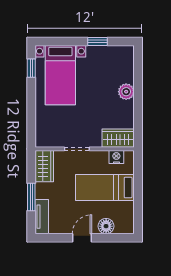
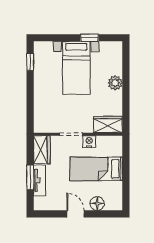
bed with nightstands: (60, 75) -> (76, 68), moved
nightstand: (116, 157) -> (89, 141), moved
tv unit: (42, 217) -> (40, 180), moved
door: (82, 238) -> (75, 214), hinge flipped

